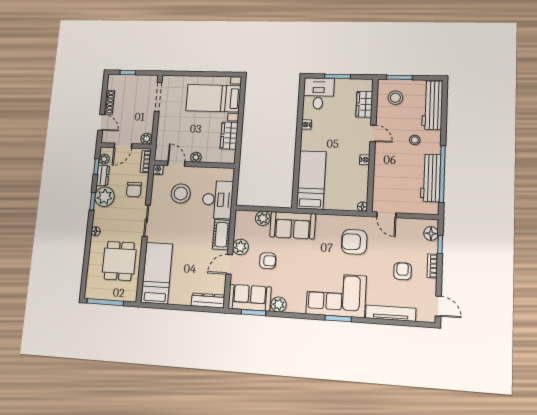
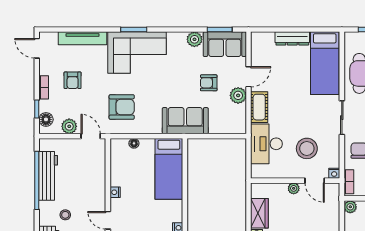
floor lamp: (362, 207) -> (134, 143), moved
plant: (263, 218) -> (69, 126), moved
dresser: (208, 301) -> (292, 38), moved

